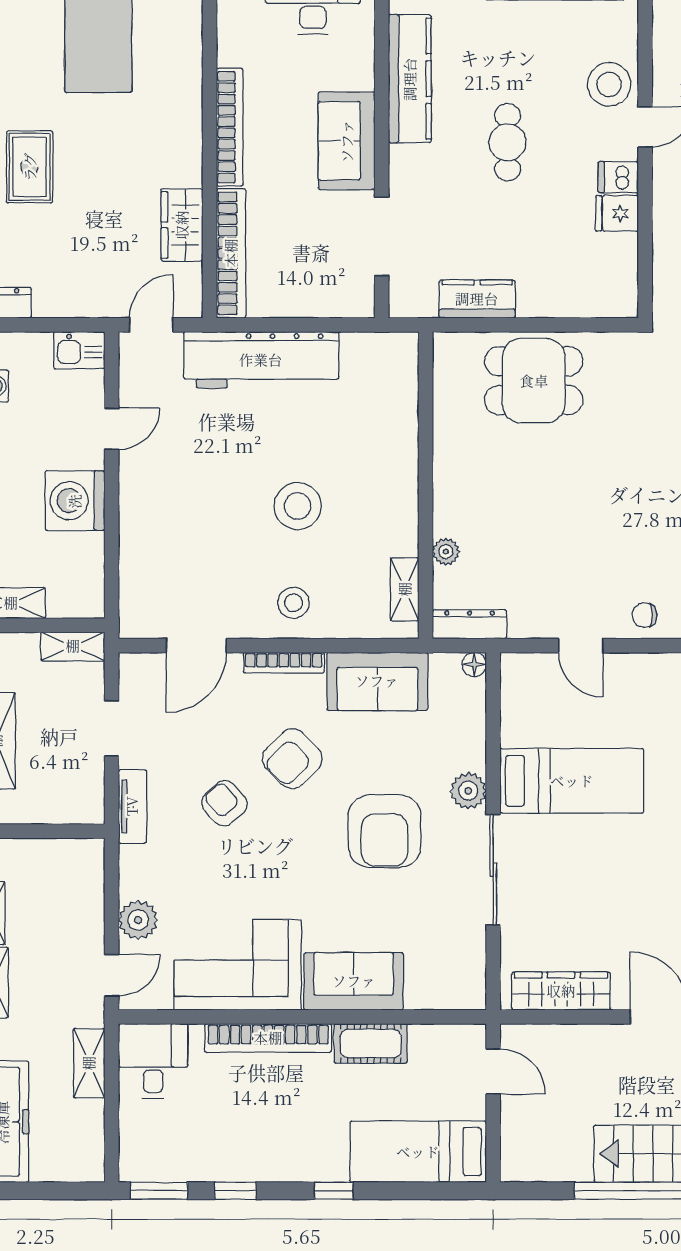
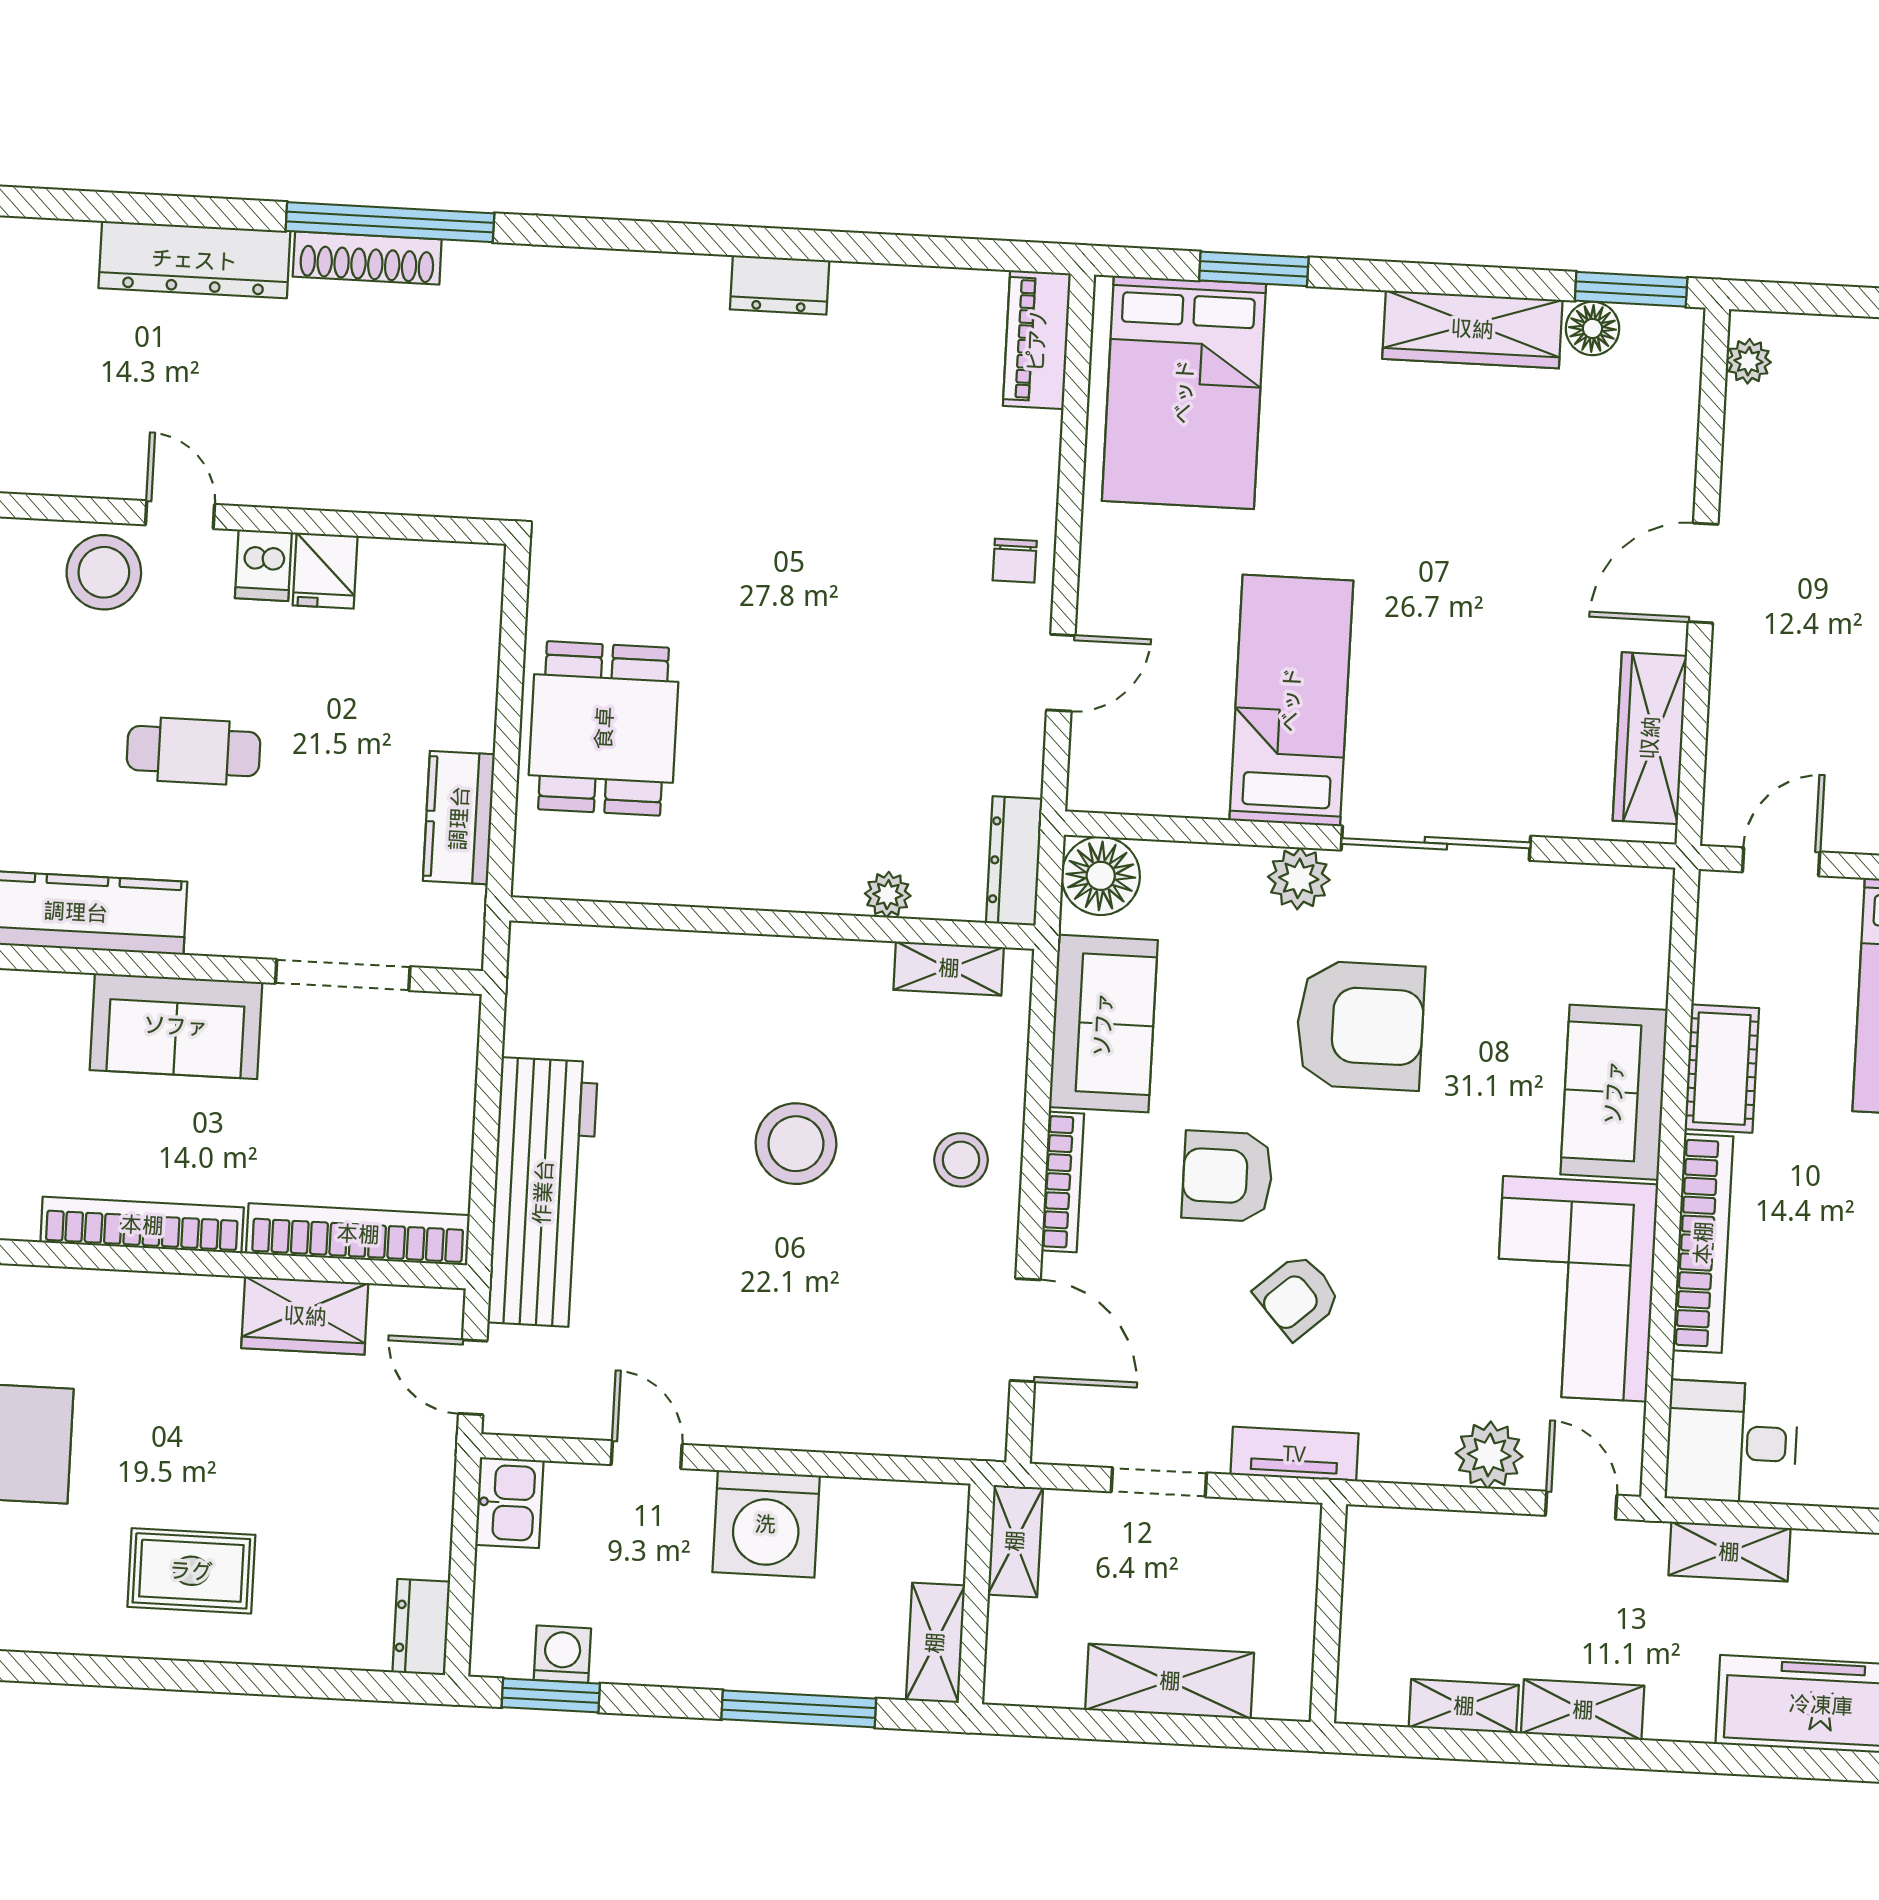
floor lamp: (474, 664) -> (1101, 876), width x1.89, depth x1.89
armchair: (292, 759) -> (1227, 1176), turned 134

